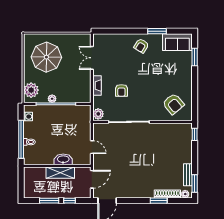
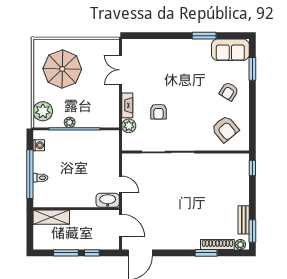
armchair: (141, 46) -> (229, 91), moved
plant: (98, 114) -> (129, 126), moved
washbasin: (63, 159) -> (108, 200), moved
shelving: (60, 173) -> (51, 217), moved
door: (92, 179) -> (121, 225), hinge flipped

